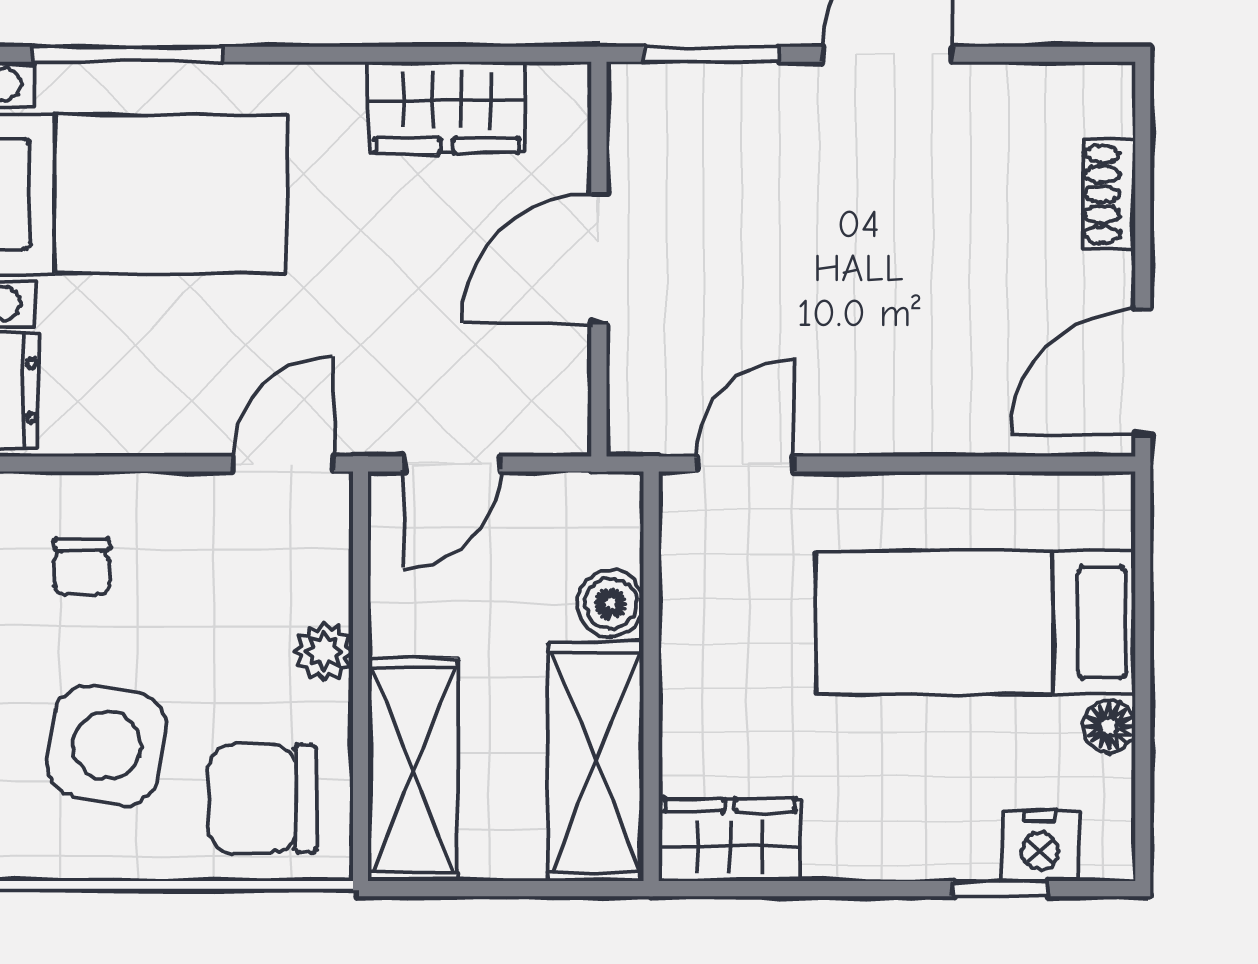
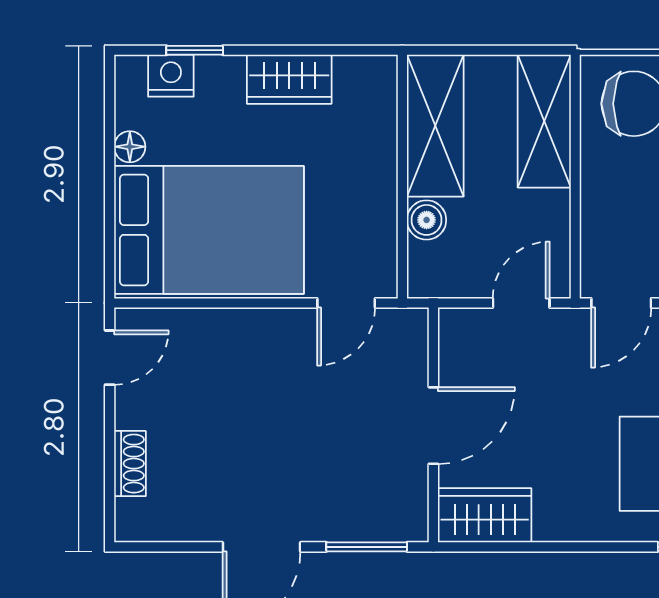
wardrobe: (447, 107) -> (485, 515), moved
door: (1143, 372) -> (110, 358), width x0.73
bed: (976, 622) -> (209, 230), width x1.50
plant: (324, 652) -> (597, 191), removed
wardrobe: (730, 840) -> (289, 79), moved

